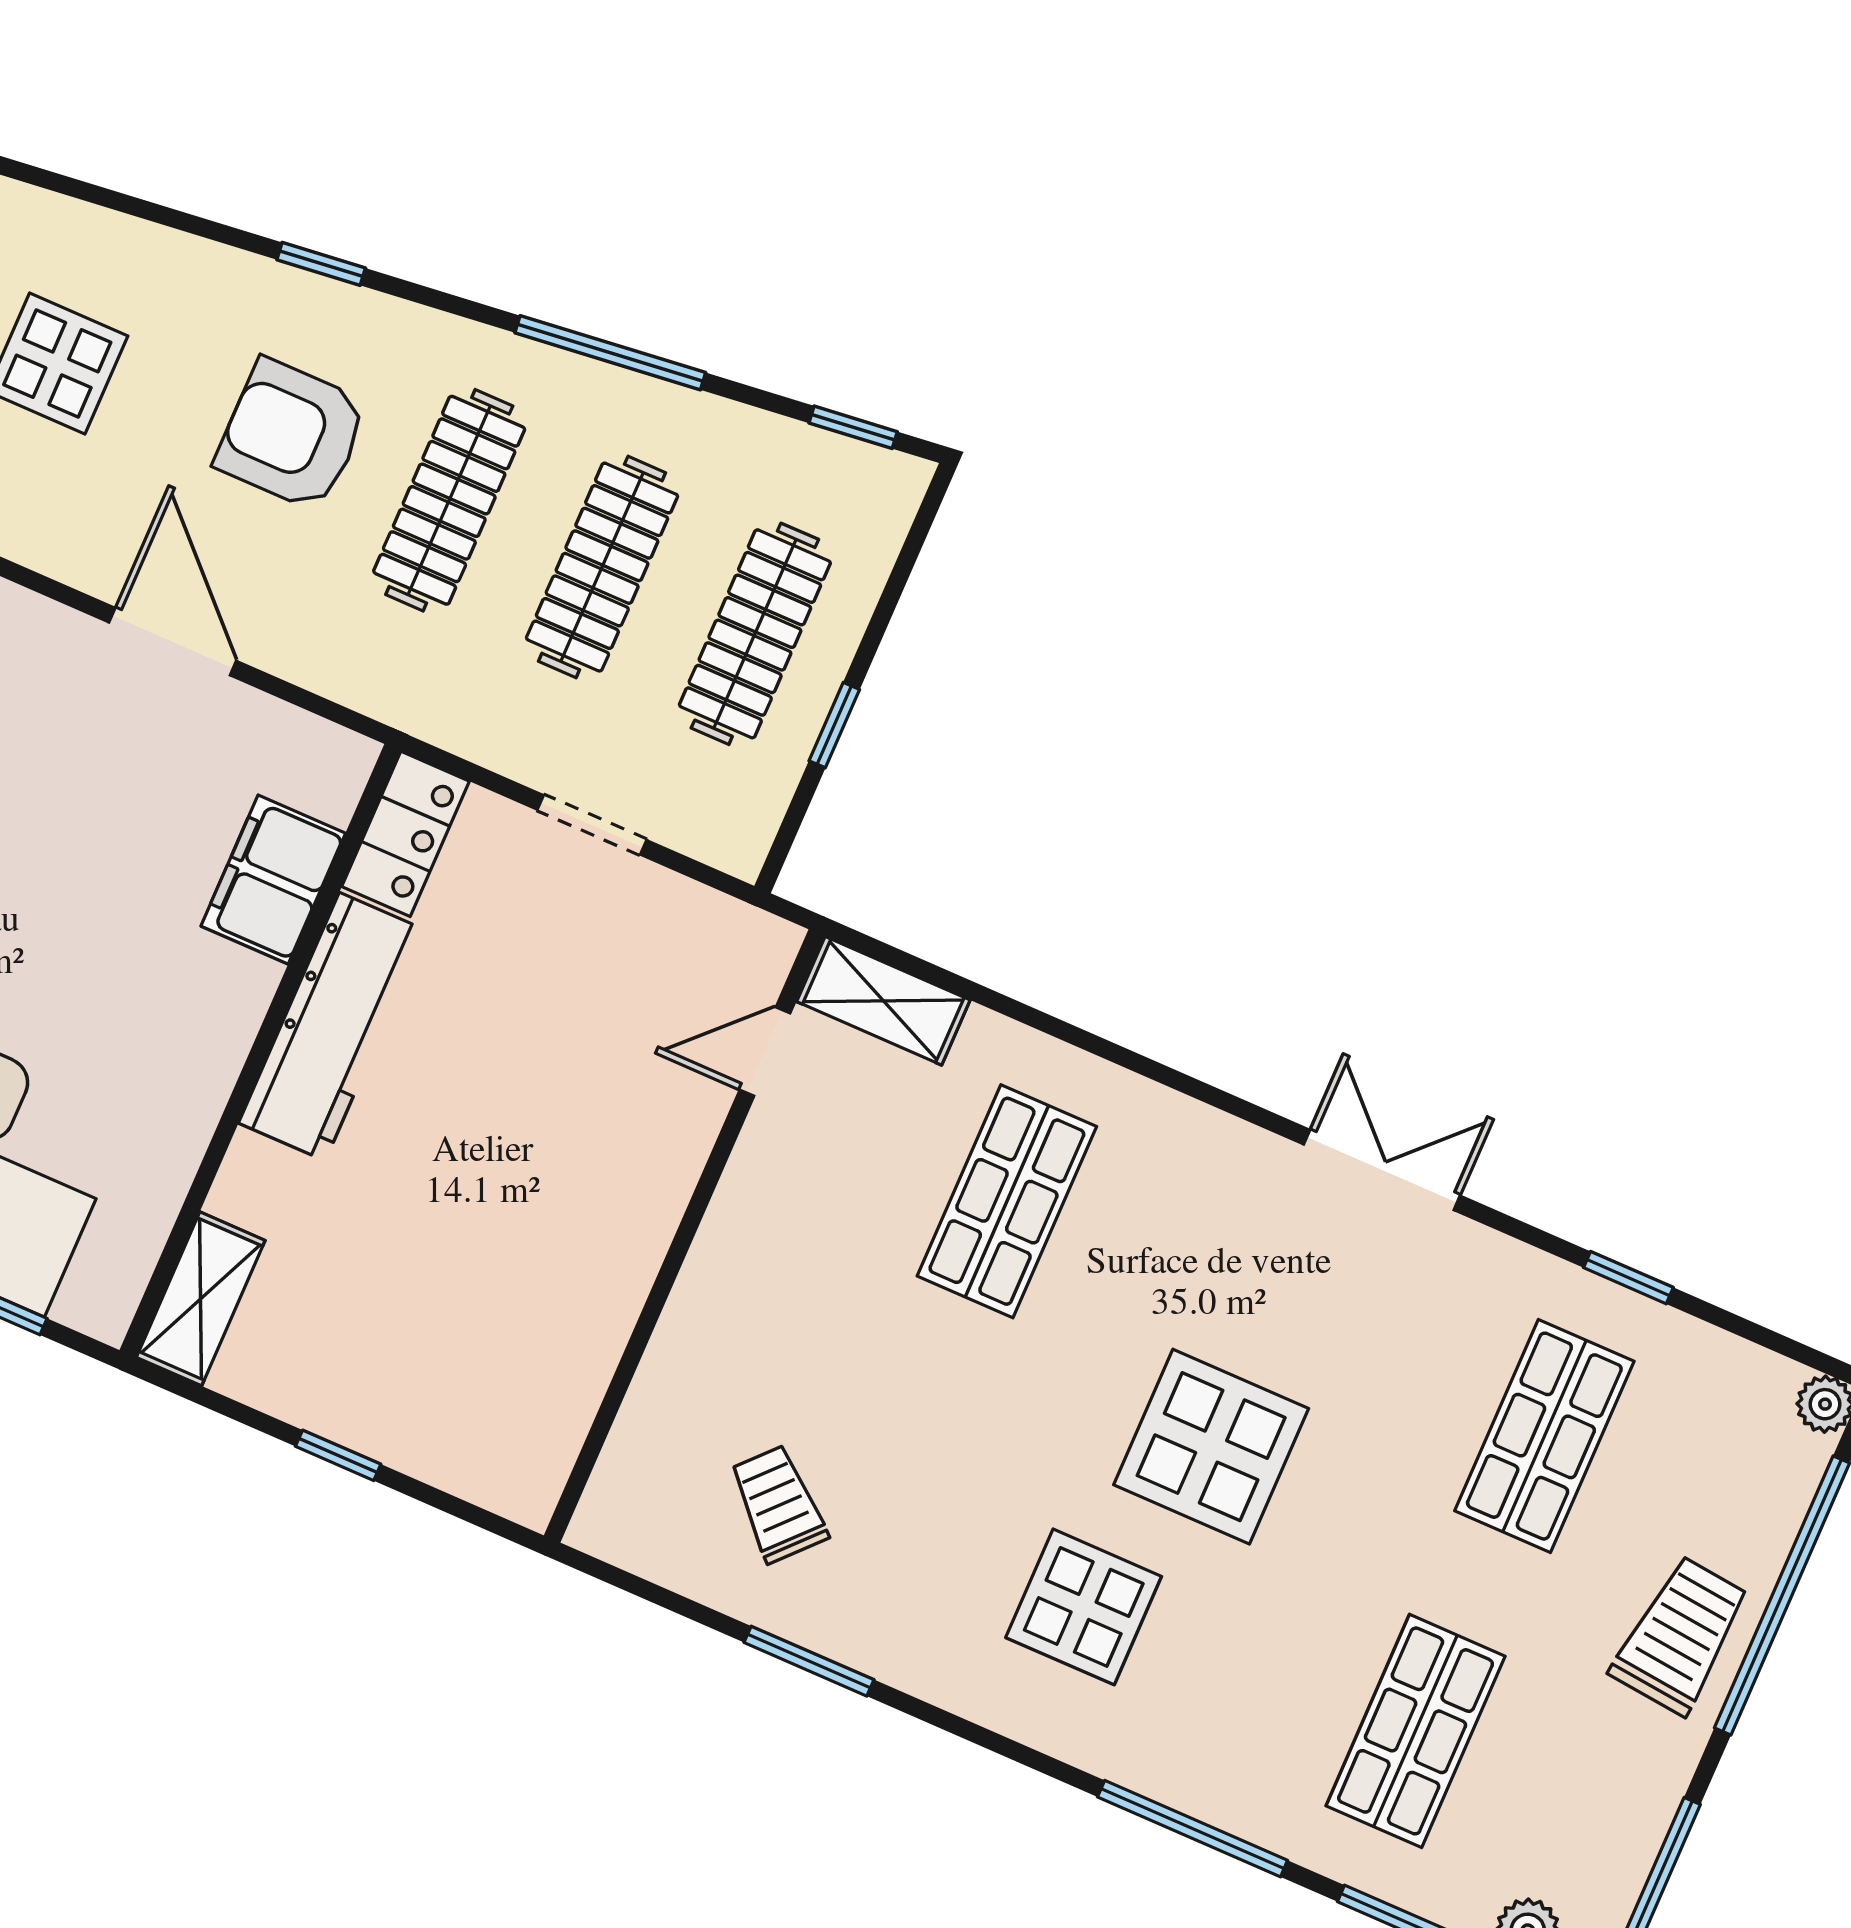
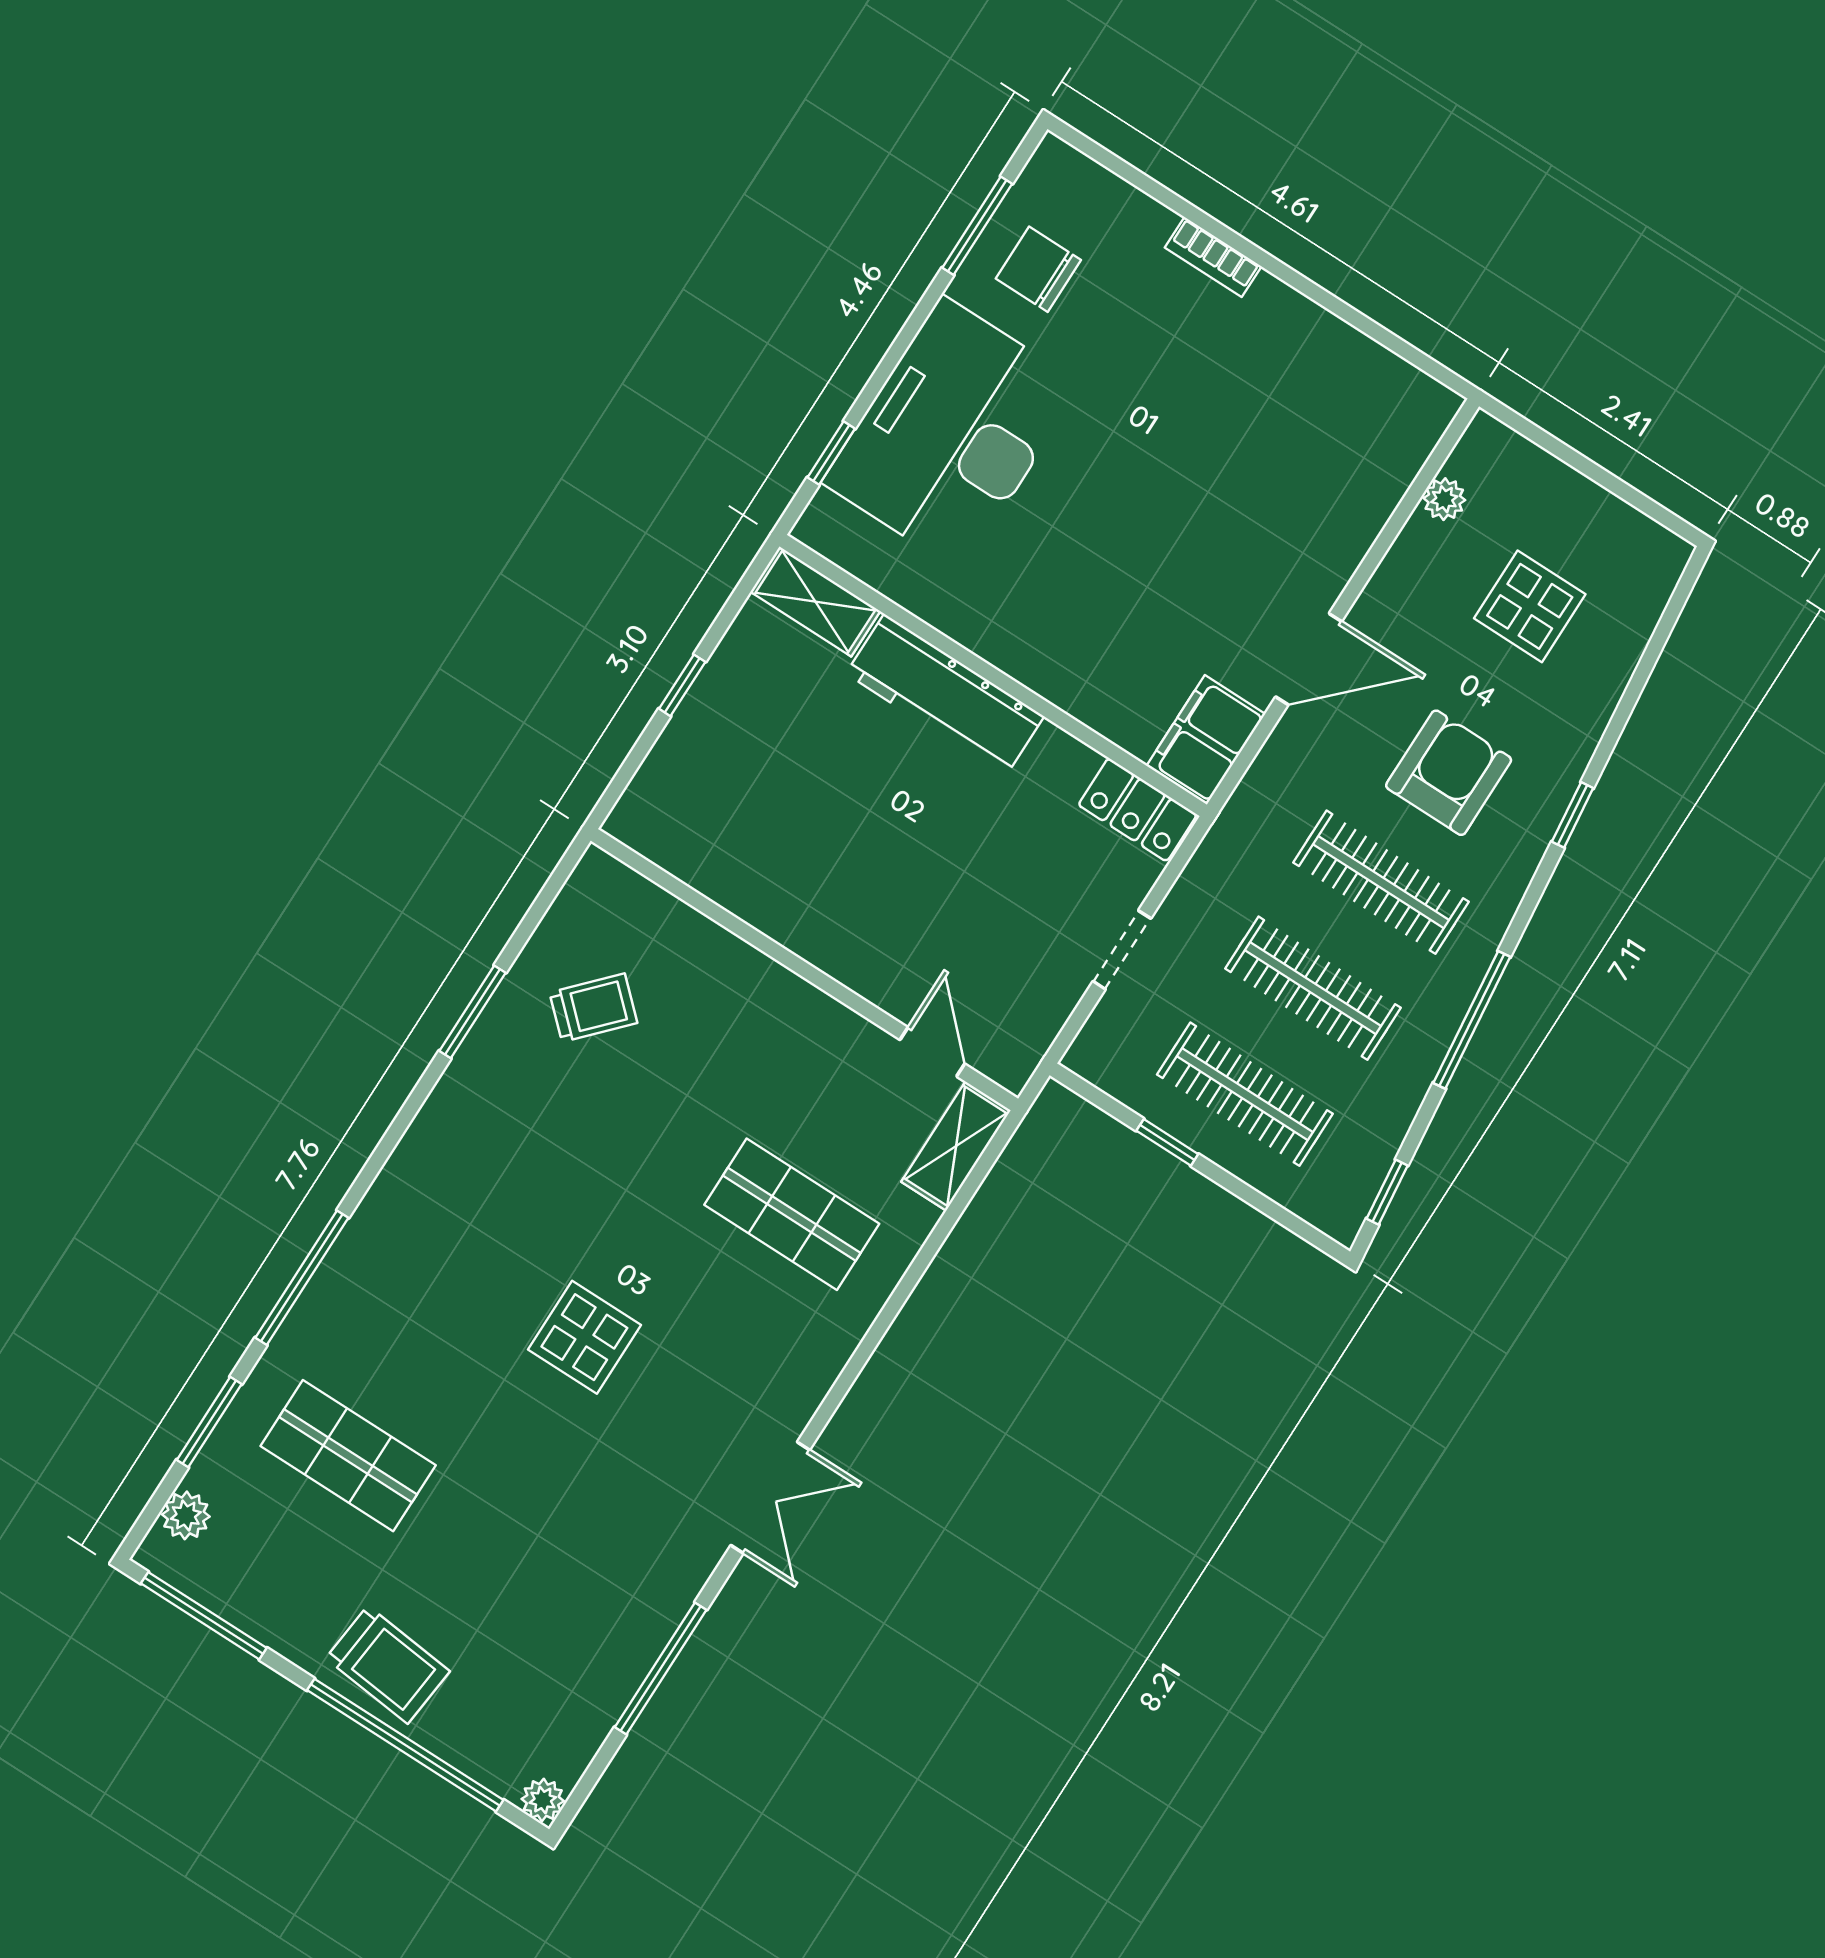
filing cabinet: (273, 880) -> (1206, 740), moved, turned -90
workbench: (332, 1027) -> (945, 695), moved
window: (1628, 1278) -> (661, 1668), width x2.17
shop shelf: (1544, 1436) -> (553, 1587), removed
display table: (1211, 1447) -> (584, 1337), width x0.73, depth x0.73
display table: (1084, 1607) -> (480, 1223), removed

